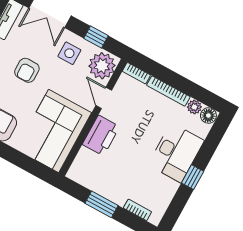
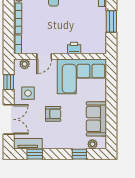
plant: (102, 66) -> (25, 64), width x0.53, depth x0.53
printer: (101, 135) -> (74, 48), width x0.53, depth x0.68

